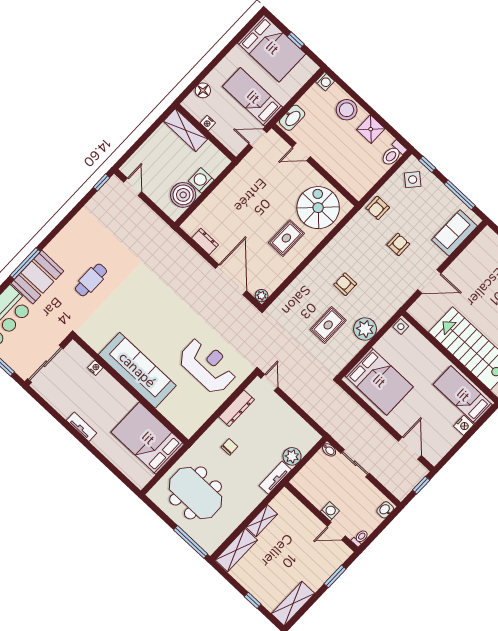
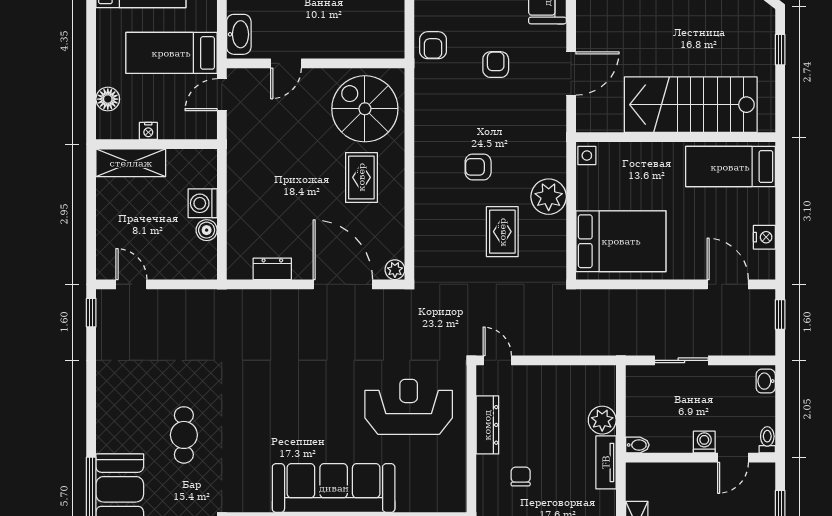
boiler: (183, 195) -> (207, 230), width x0.54, depth x0.54
nightstand: (464, 425) -> (764, 237), moved
bidet: (329, 450) -> (637, 445), moved

